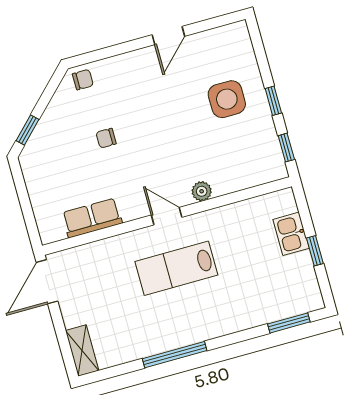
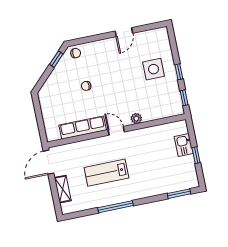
window: (28, 130) -> (56, 59), moved
row of seats: (92, 218) -> (83, 128), width x1.48
lab bench: (176, 268) -> (106, 173), moved
shelving: (82, 350) -> (63, 189), moved

